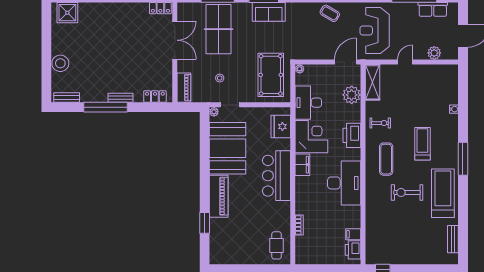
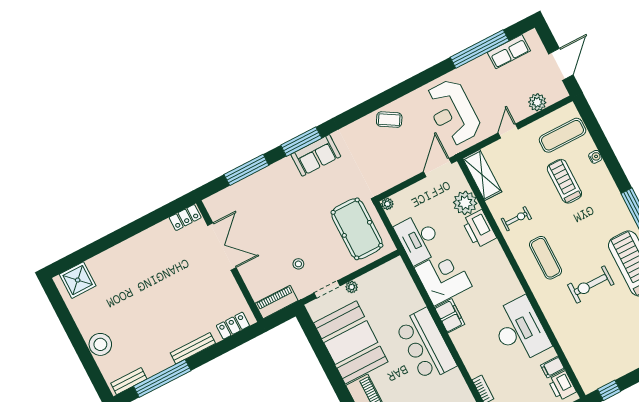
table tennis table: (218, 29) -> (267, 207), removed
exercise mat: (440, 83) -> (563, 135), added
piano: (184, 88) -> (277, 302), moved, turned -90
bench: (121, 98) -> (193, 348), width x1.36
window: (105, 107) -> (162, 378), moved
plant: (214, 112) -> (352, 287), moved
fridge: (281, 127) -> (401, 284), removed
printer: (352, 135) -> (479, 229), moved
treadmill: (422, 144) -> (564, 181), moved
desk: (344, 183) -> (520, 330), moved

